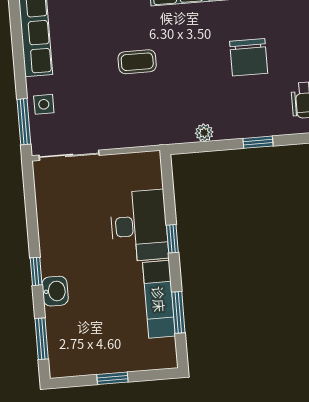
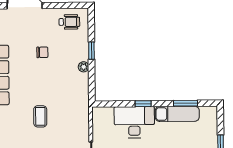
chair: (249, 57) -> (42, 52), width x0.54, depth x0.54
plant: (204, 133) -> (84, 67), moved

